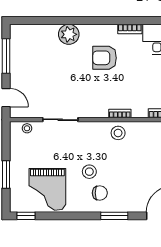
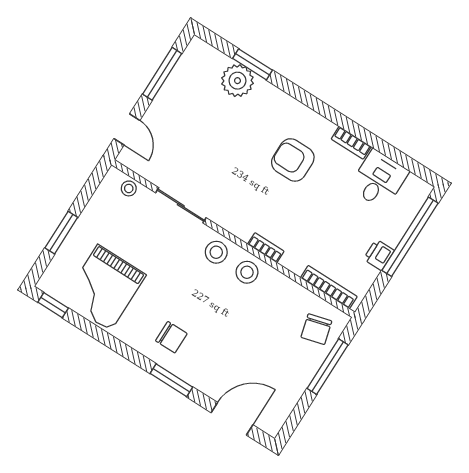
window: (51, 21) -> (252, 64), added
plant: (69, 34) -> (237, 81), moved
stool: (89, 172) -> (216, 252), moved

